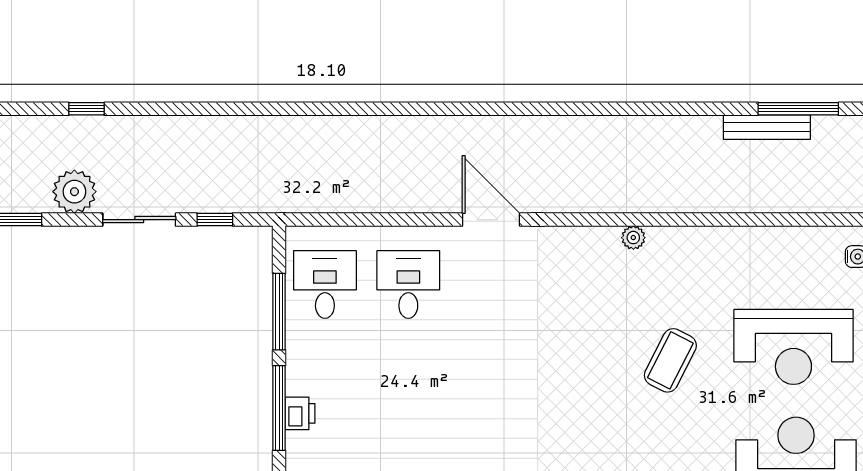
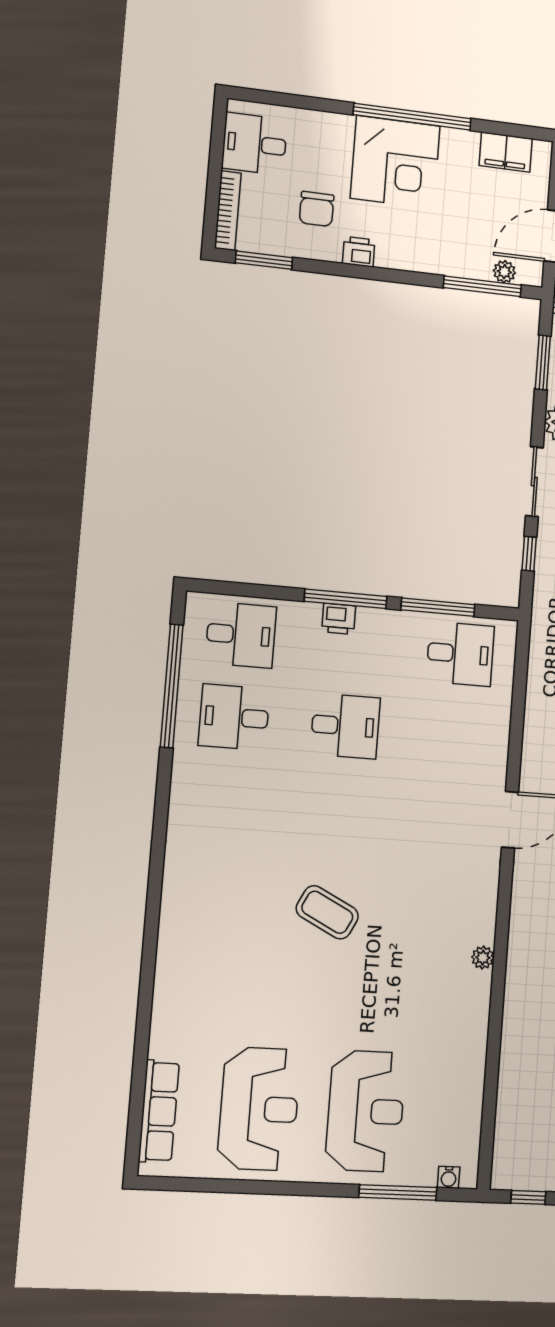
desk: (408, 285) -> (345, 726), moved
reception desk: (793, 347) -> (366, 1111), turned 180
coffee table: (670, 360) -> (327, 912), moved

